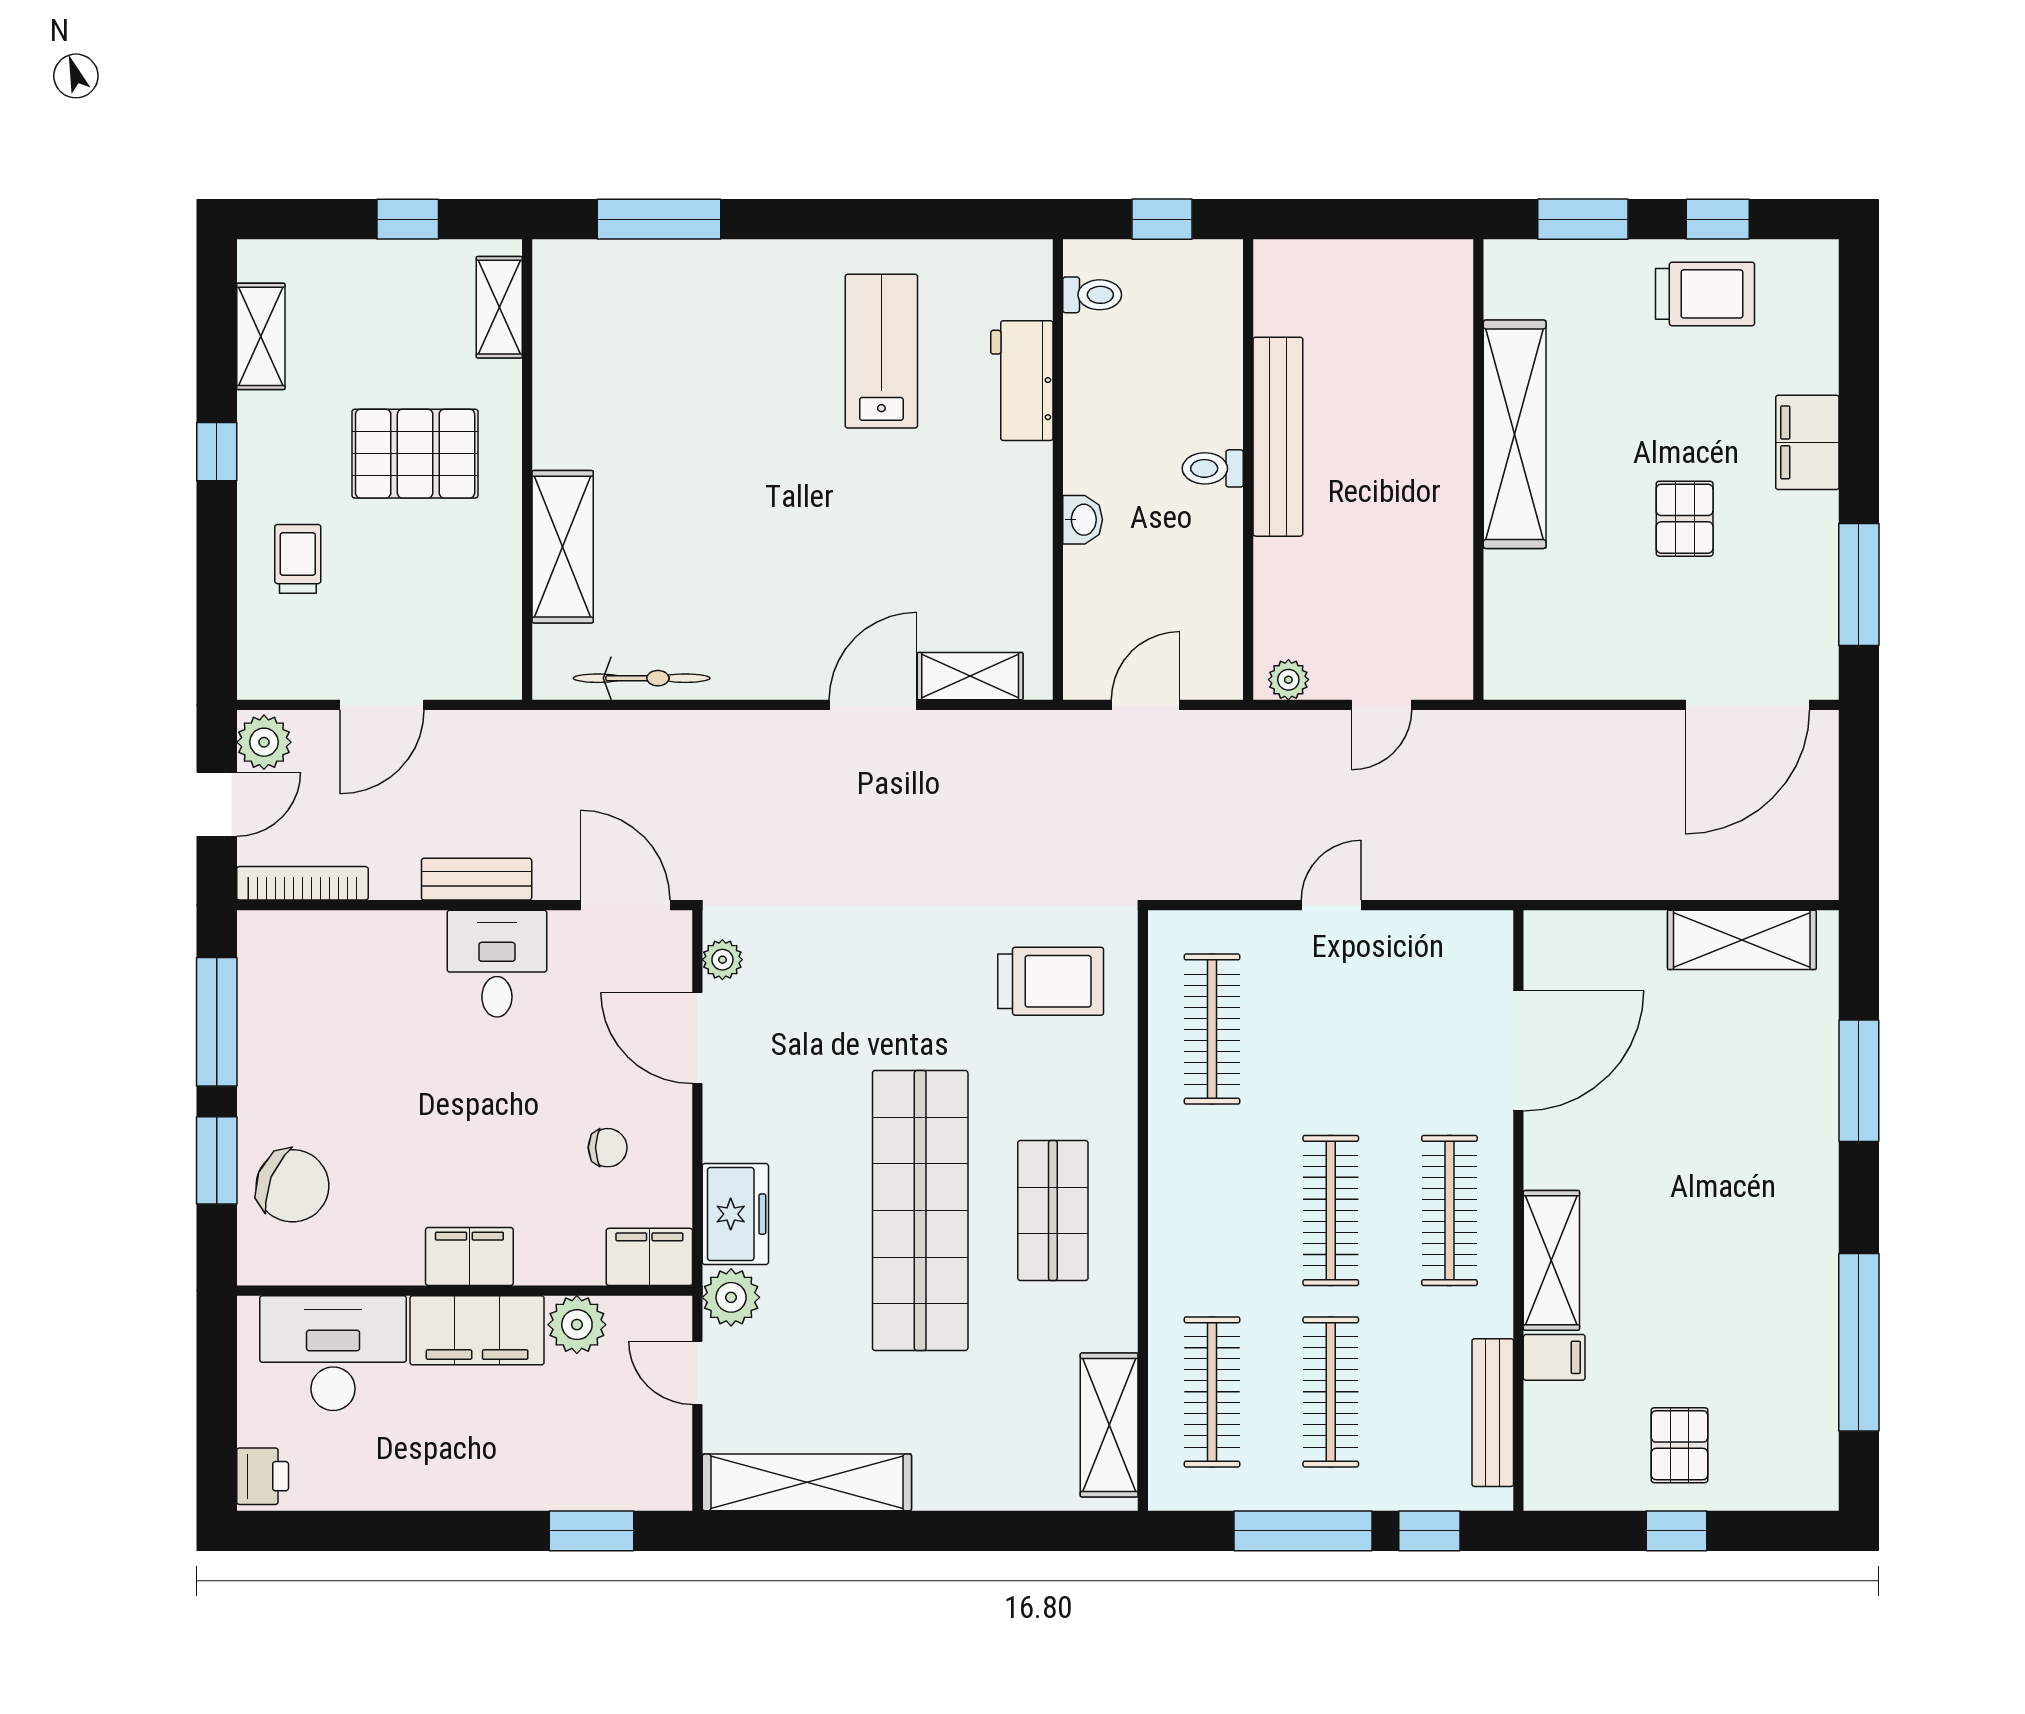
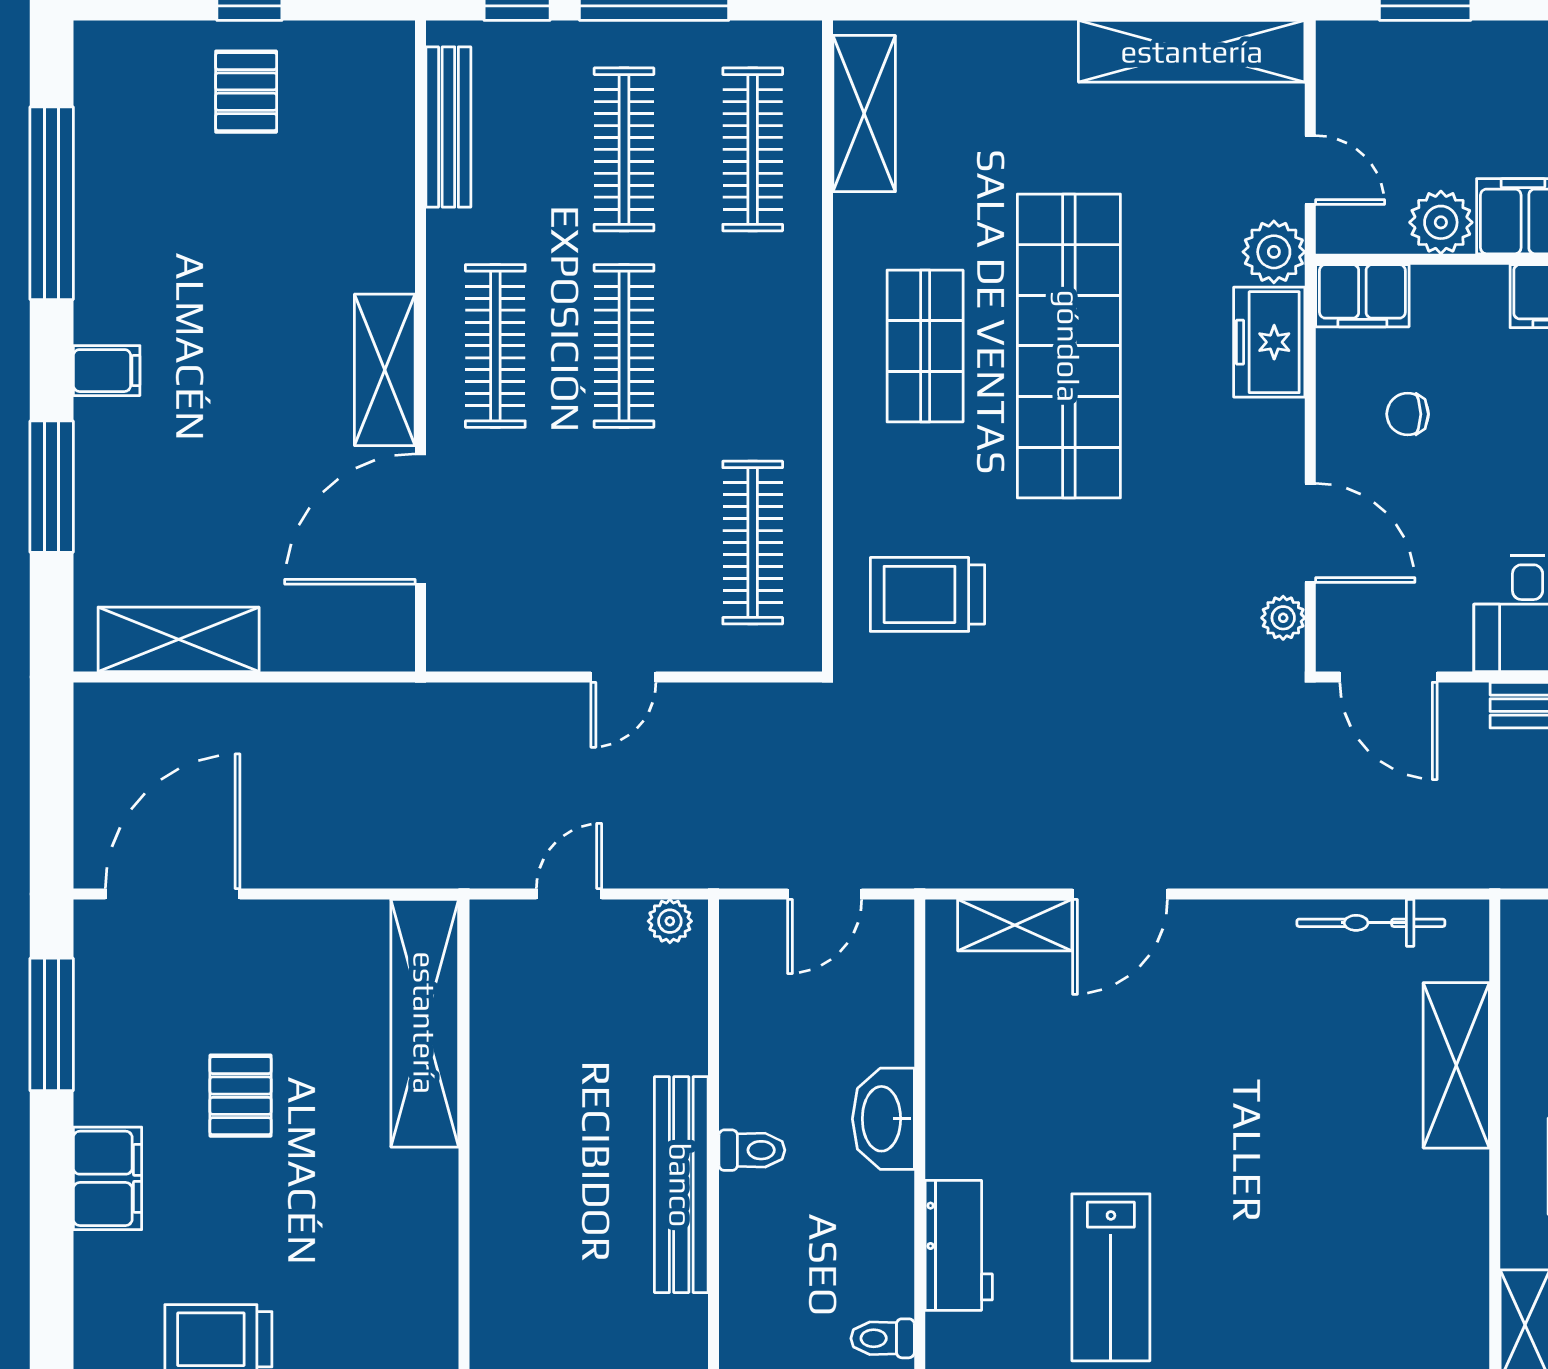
shelving: (1515, 434) -> (425, 1023), moved
washbasin: (1083, 520) -> (883, 1119), width x1.91, depth x1.45
shelving: (1551, 1260) -> (385, 370), moved
filing cabinet: (1554, 1357) -> (107, 371), moved, turned 180

